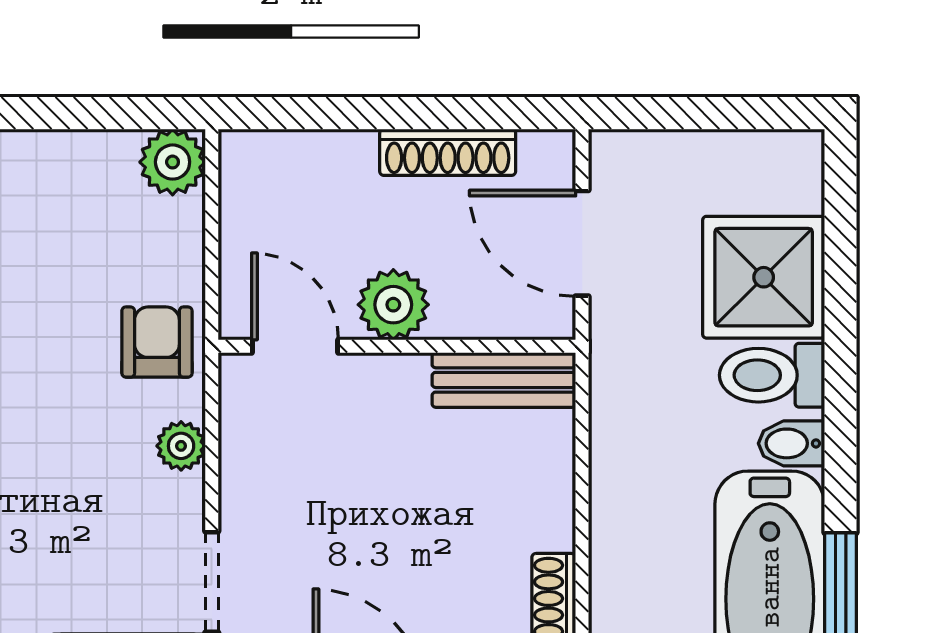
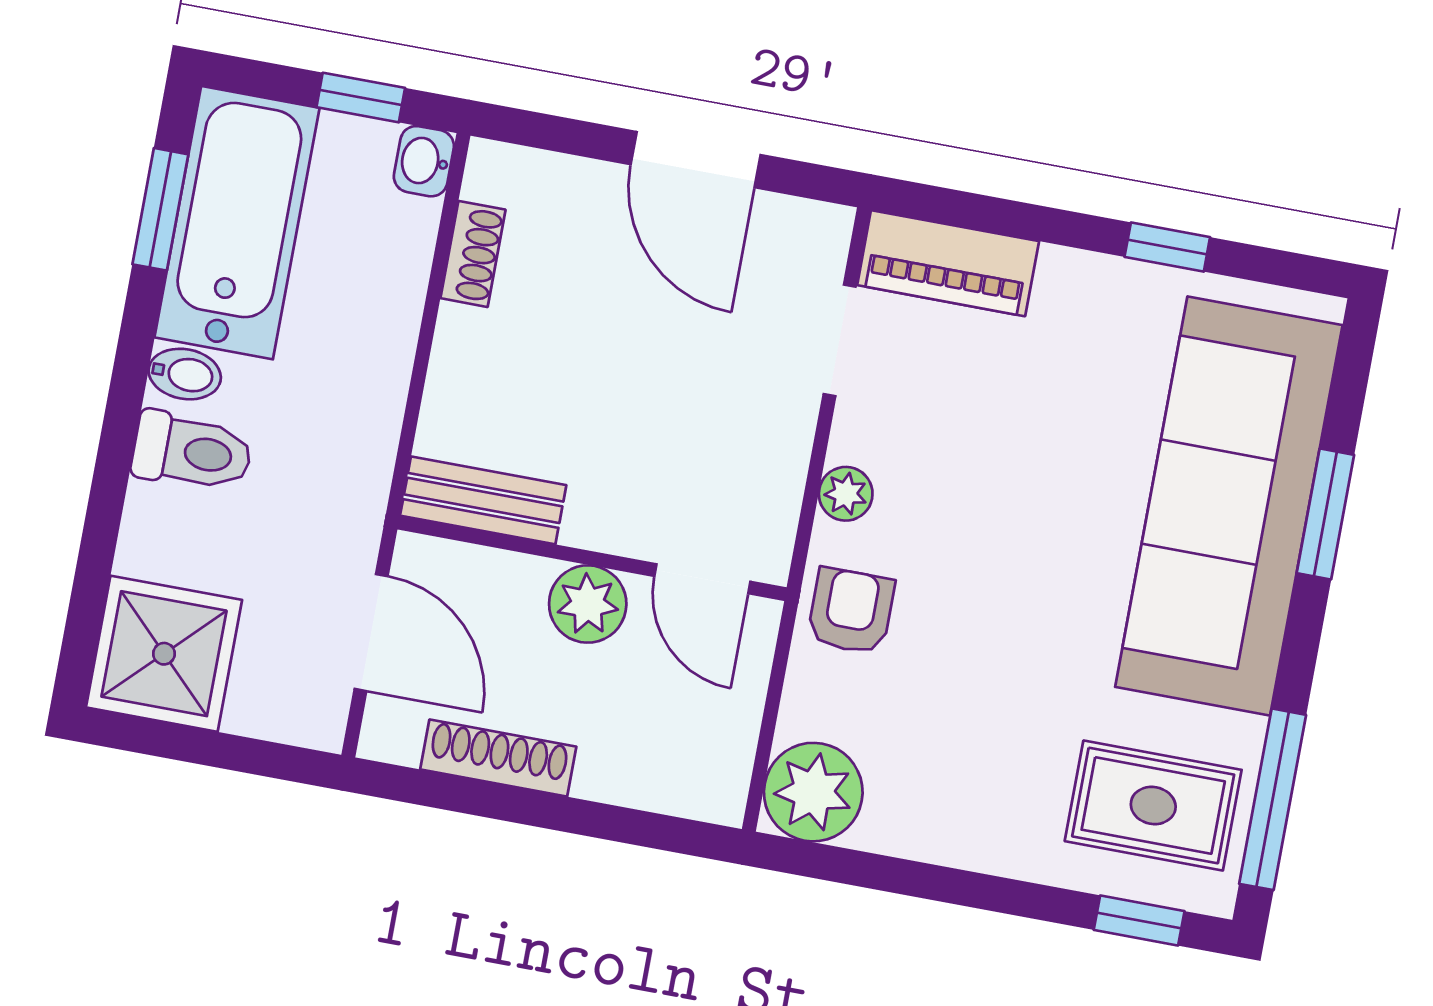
plant: (173, 162) -> (813, 792), width x1.36, depth x1.36
shower: (764, 277) -> (164, 654), moved
armchair: (157, 342) -> (851, 611), turned 180

